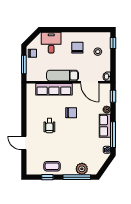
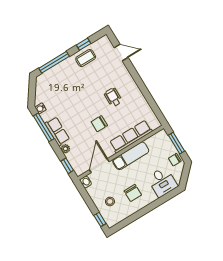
door: (90, 82) -> (99, 166), hinge flipped
door: (24, 143) -> (121, 53), moved
plant: (82, 169) -> (54, 74), removed

